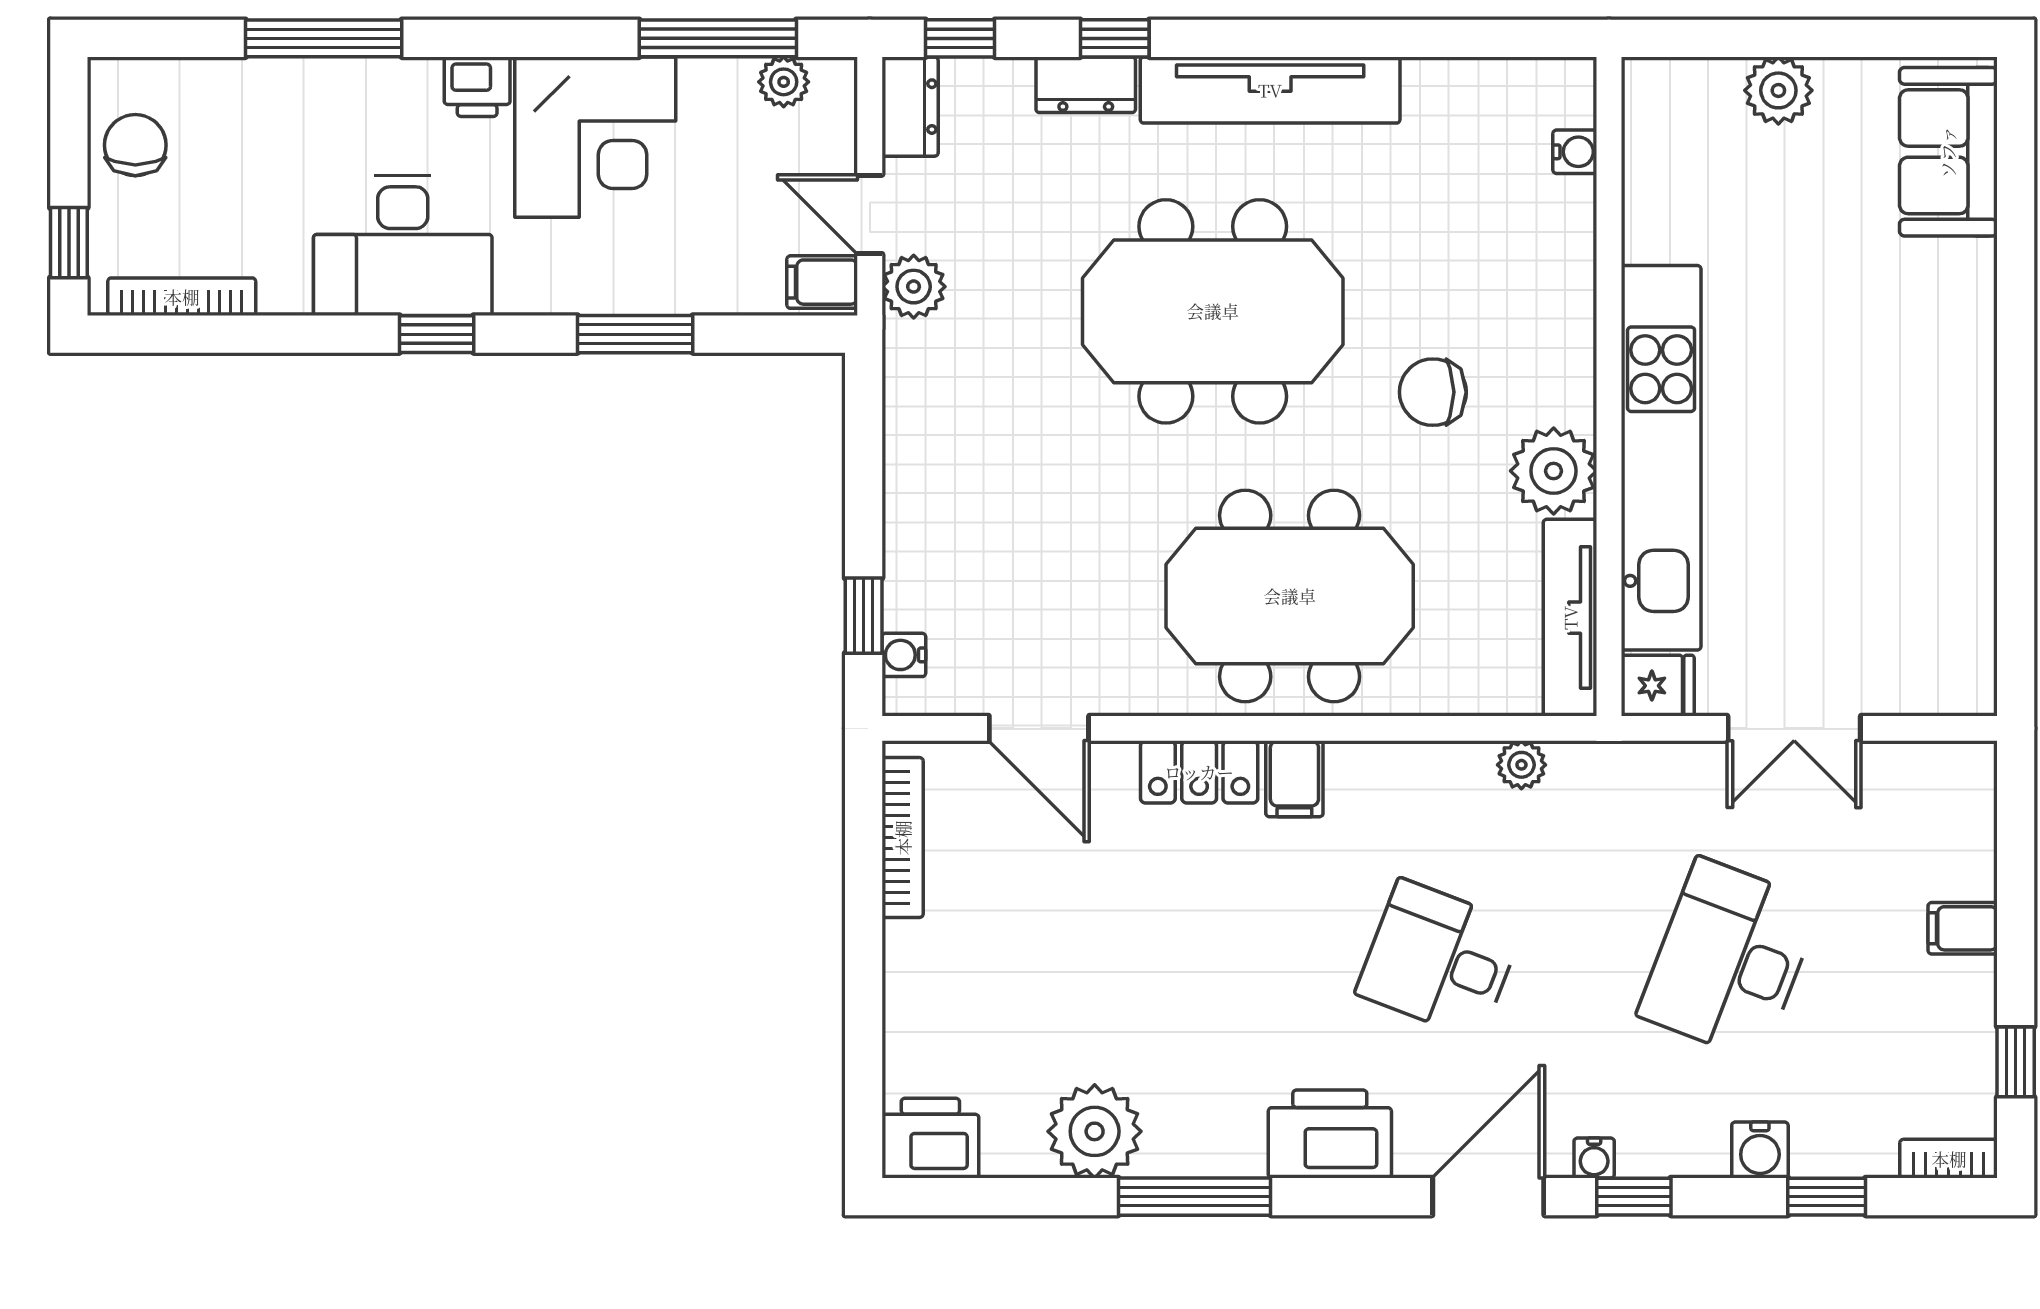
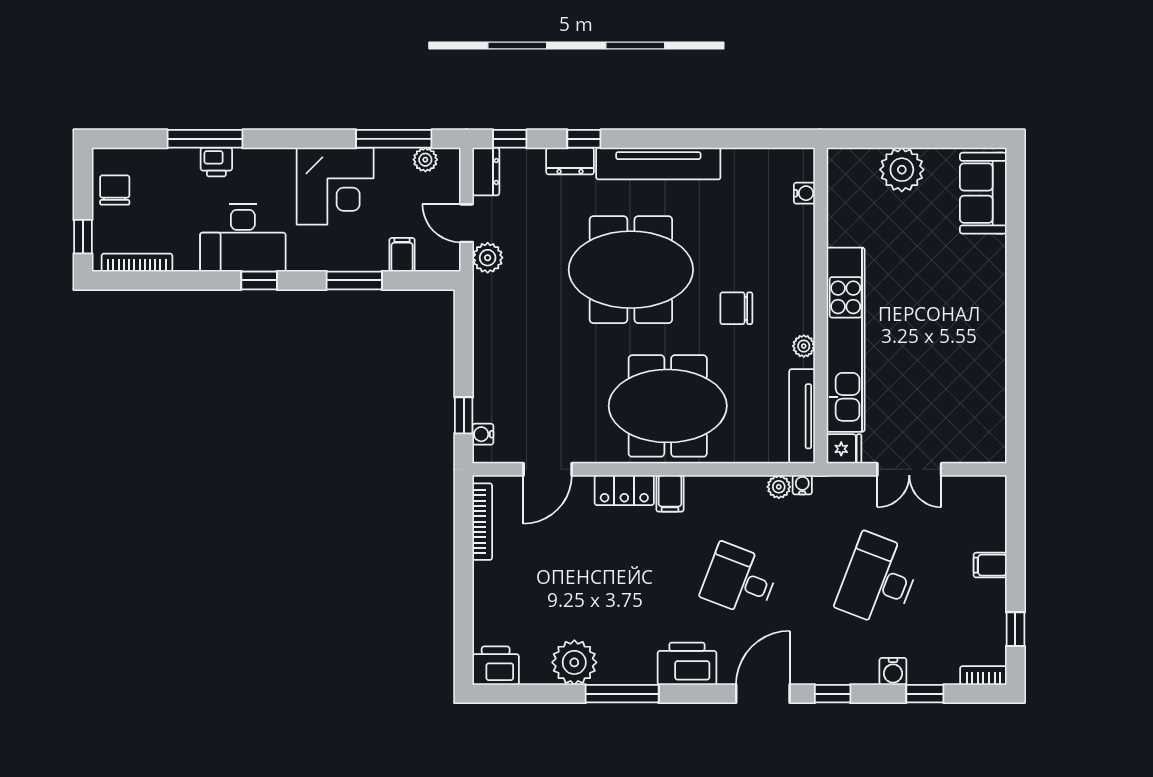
printer: (477, 87) -> (216, 162), moved
plant: (1778, 90) -> (902, 170), width x1.36, depth x1.36
filing cabinet: (822, 282) -> (402, 255), moved, turned 90
plant: (1554, 471) -> (804, 346), width x0.53, depth x0.53
door: (1039, 728) -> (548, 469), hinge flipped
water cooler: (1594, 1158) -> (802, 485), moved, turned 180

